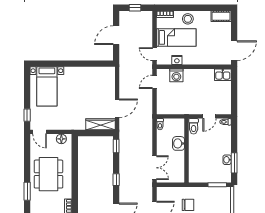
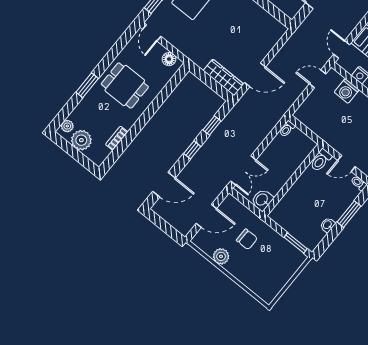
washbasin: (179, 143) -> (262, 200), moved
window: (116, 146) -> (212, 126), moved
window: (234, 163) -> (349, 214), moved
dining table: (49, 174) -> (125, 86), width x0.73

